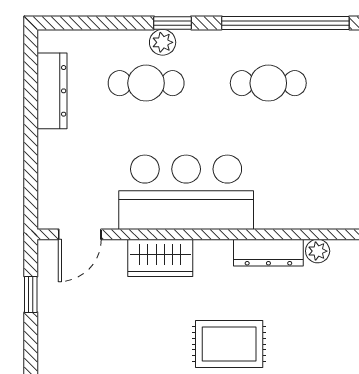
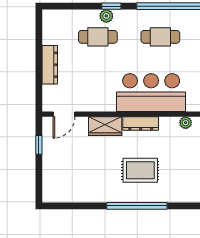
dresser: (52, 91) -> (50, 65), moved
bar counter: (186, 192) -> (151, 93), moved
dresser: (268, 253) -> (141, 124), moved

